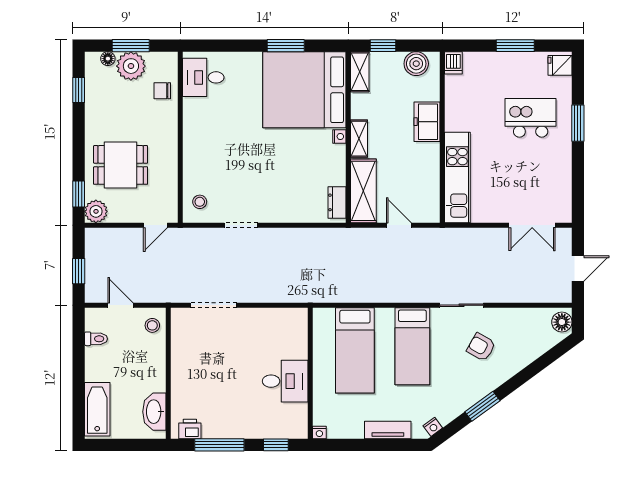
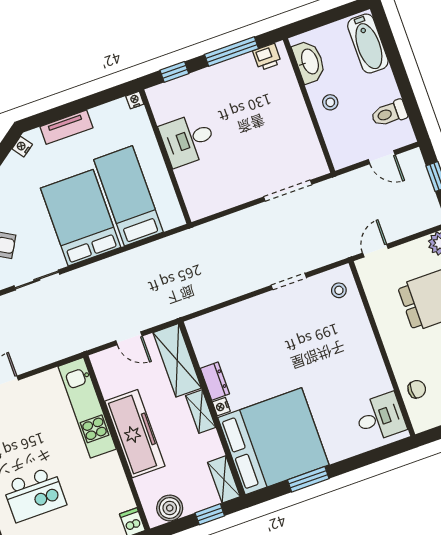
freezer: (427, 122) -> (135, 434), width x1.91, depth x1.26
dresser: (337, 202) -> (215, 381), moved
stool: (152, 325) -> (330, 102), moved
toilet: (96, 339) -> (389, 113), width x1.37, depth x1.39
bed: (412, 346) -> (81, 218), width x1.50

